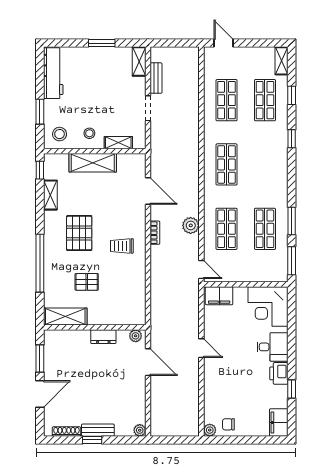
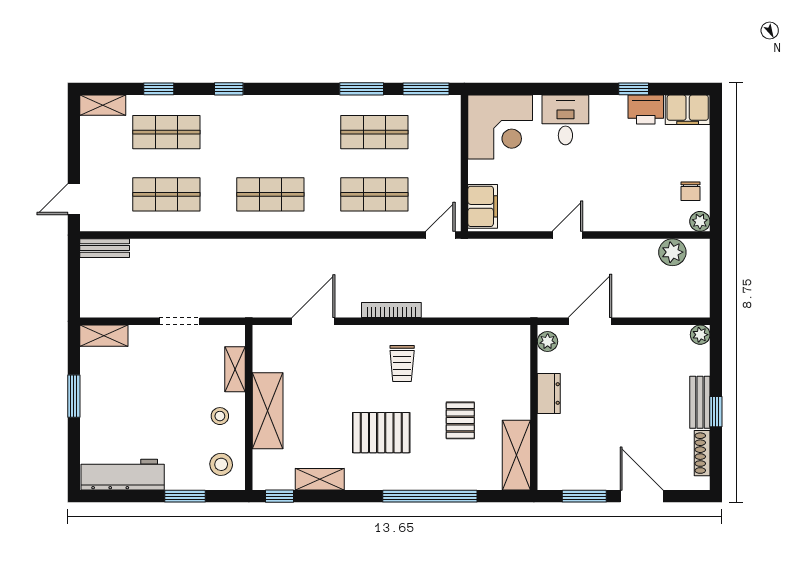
bench: (156, 78) -> (105, 248), moved
plant: (191, 225) -> (672, 252), moved
bookcase: (155, 233) -> (391, 310), width x1.56
printer: (279, 373) -> (646, 110), moved

